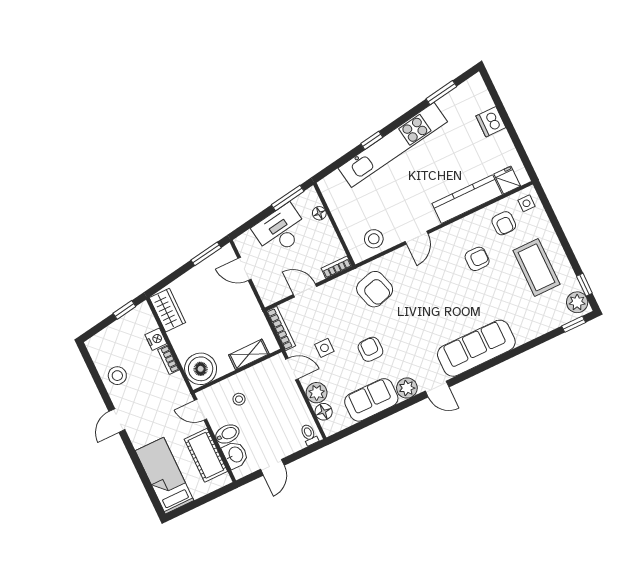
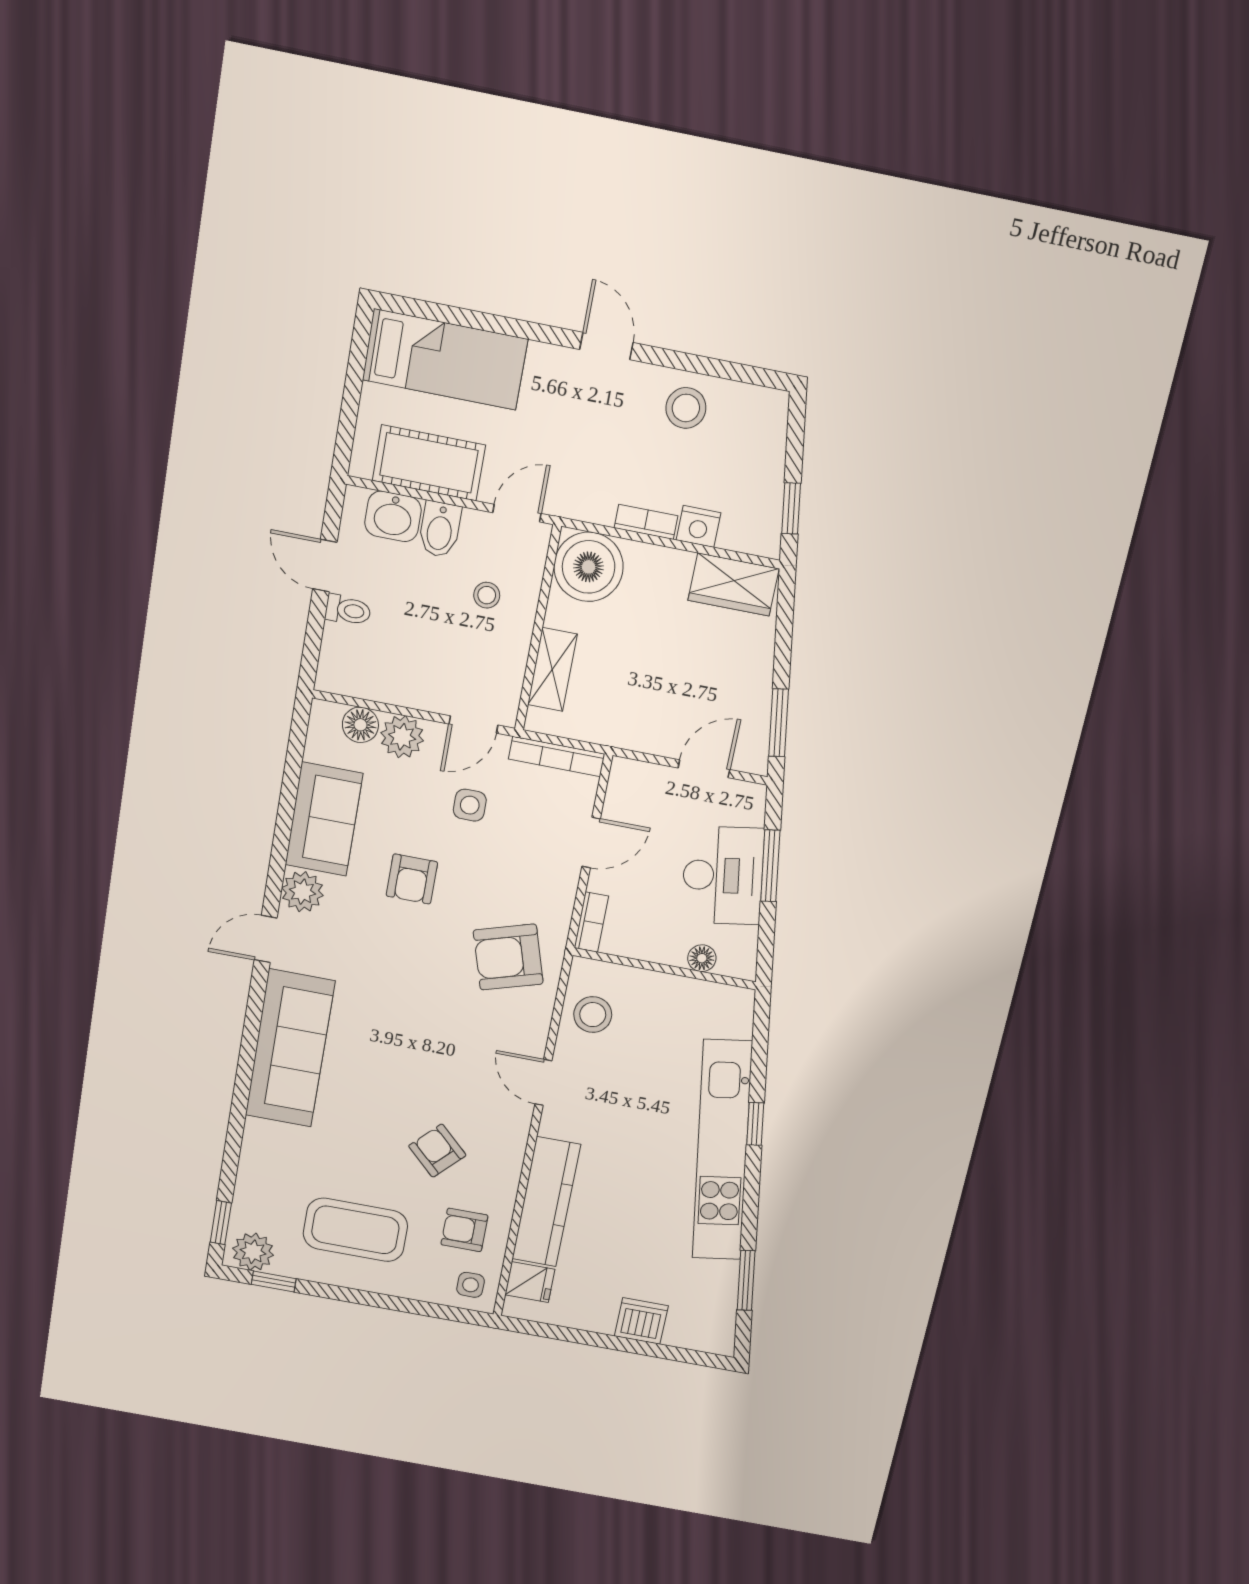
window: (288, 198) -> (770, 866), moved
armchair: (477, 259) -> (437, 1151), turned 134
armchair: (370, 349) -> (412, 879), turned 90
toilet: (309, 435) -> (348, 610), moved

